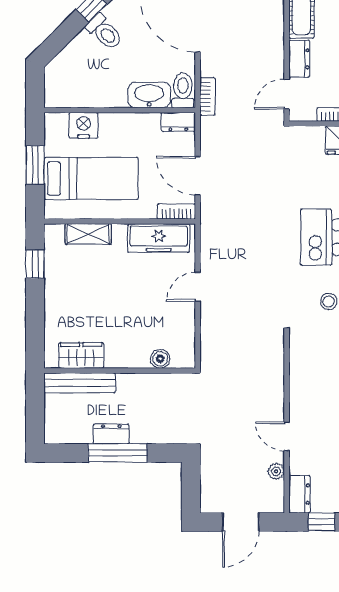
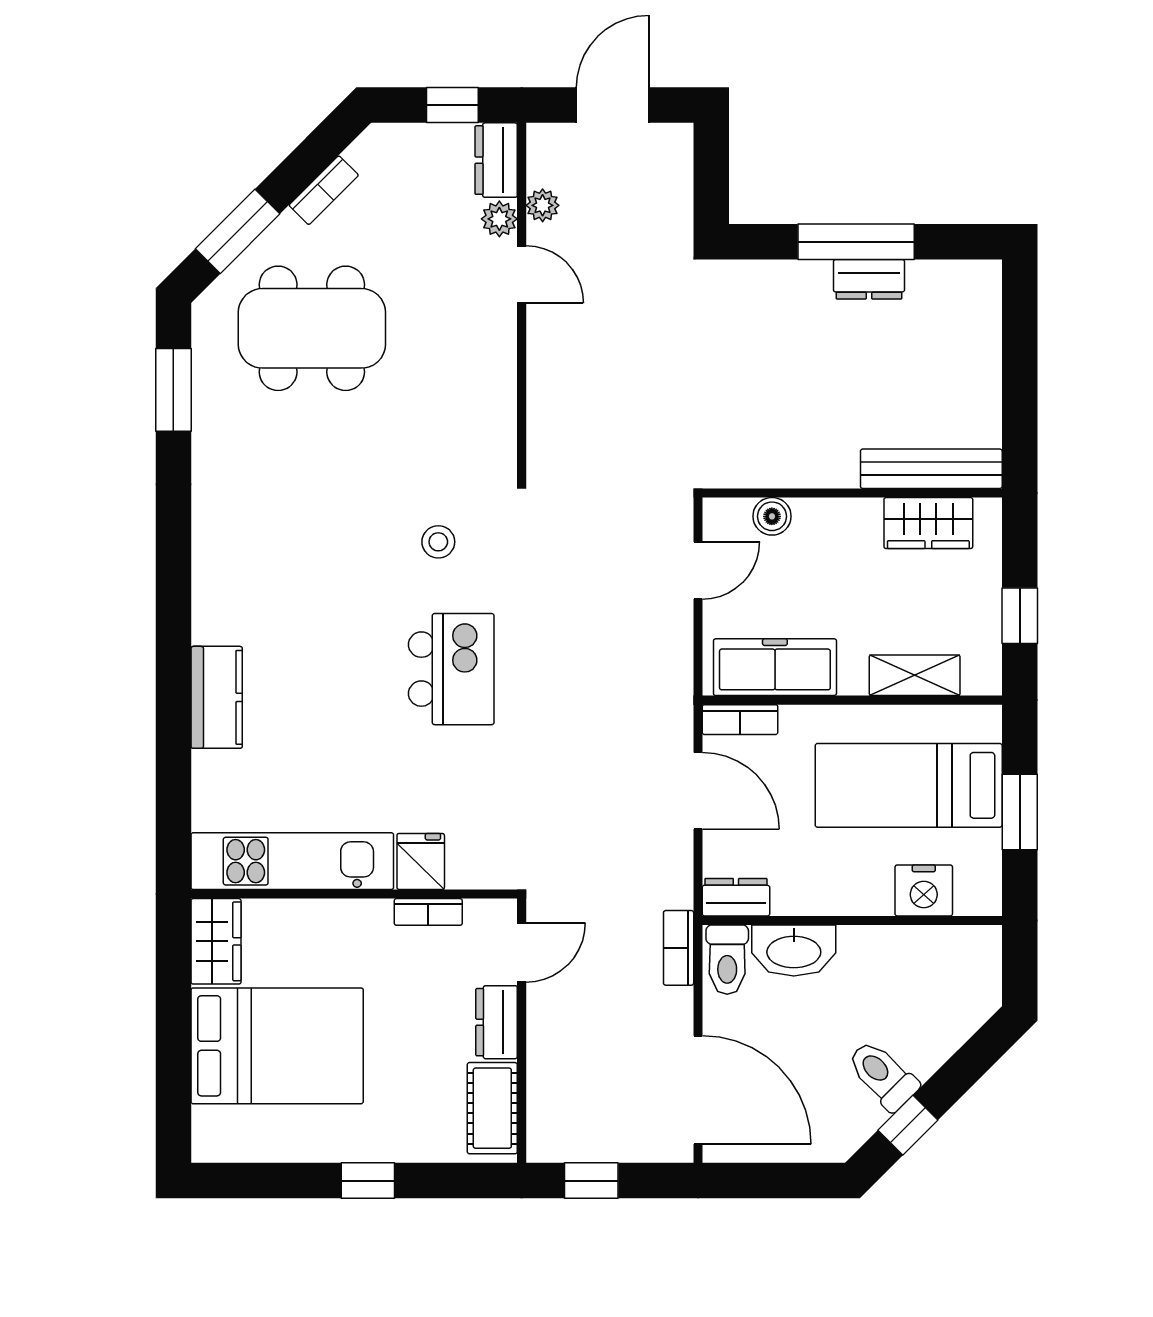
wardrobe: (81, 355) -> (928, 523), moved
boiler: (160, 359) -> (772, 516), moved
wall: (120, 371) -> (852, 493), moved
bench: (80, 383) -> (931, 469), moved
plant: (298, 464) -> (499, 219), added

